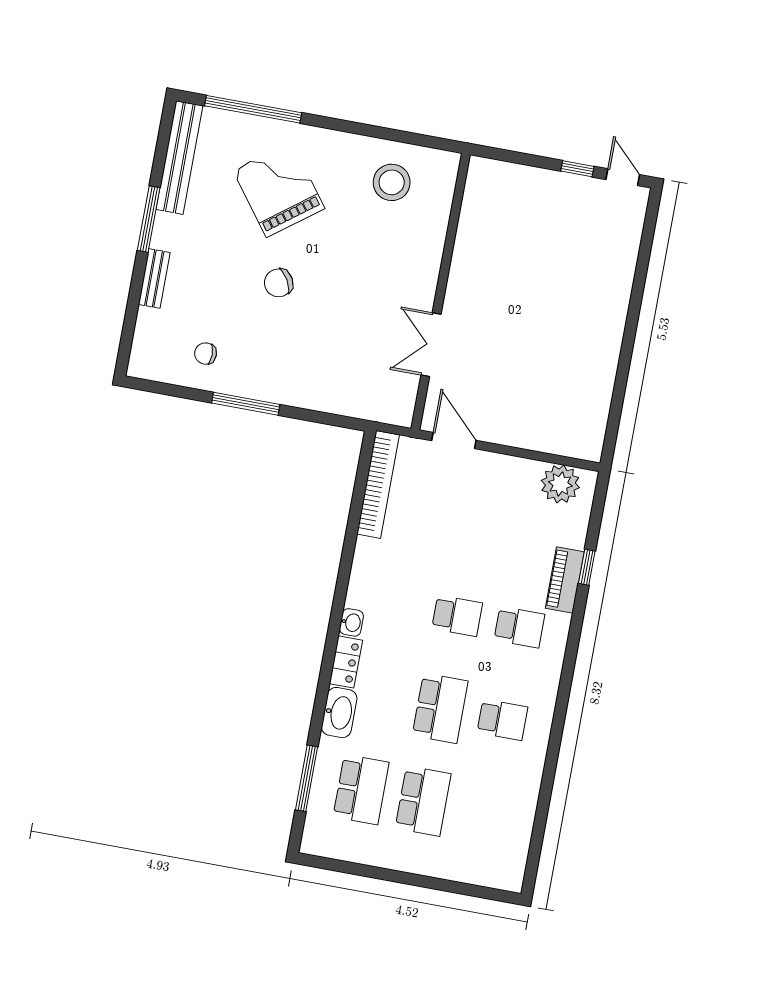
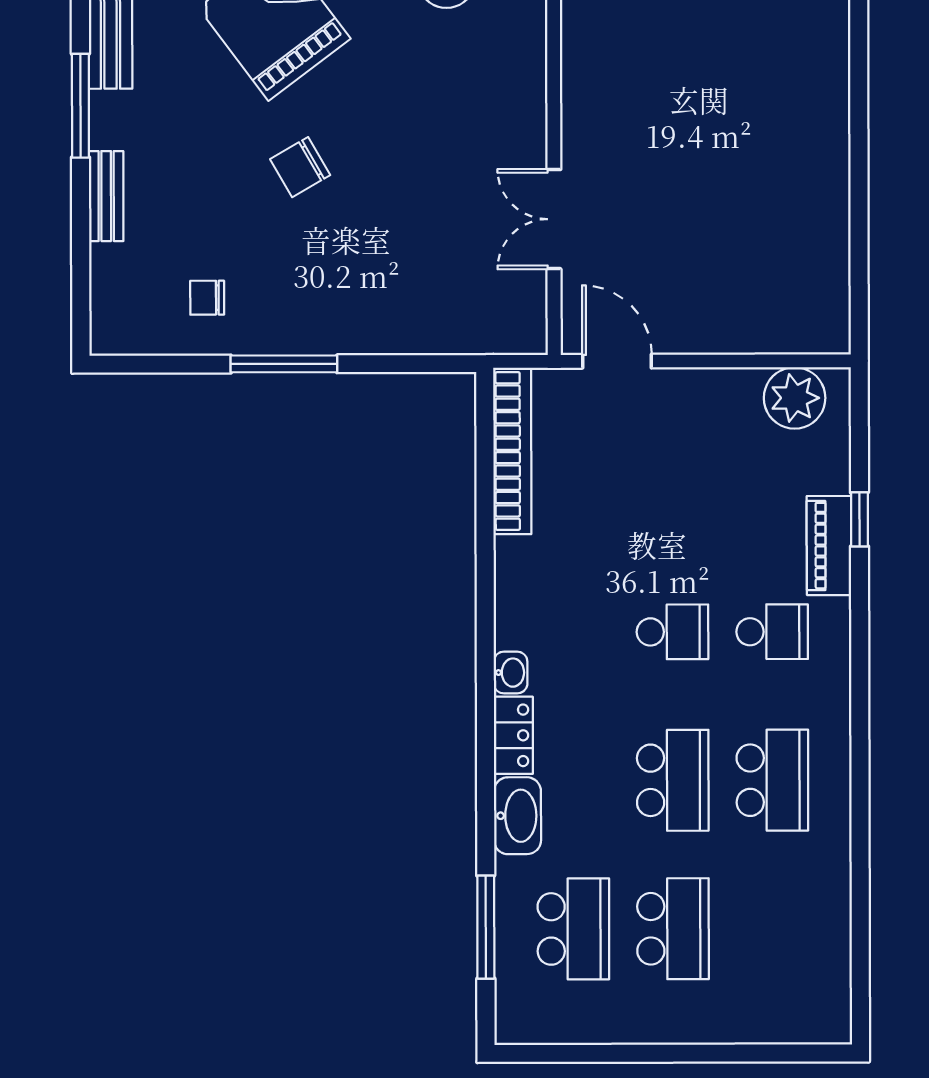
school desk: (502, 720) -> (772, 780), width x1.85

